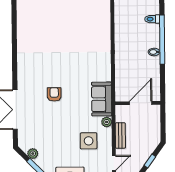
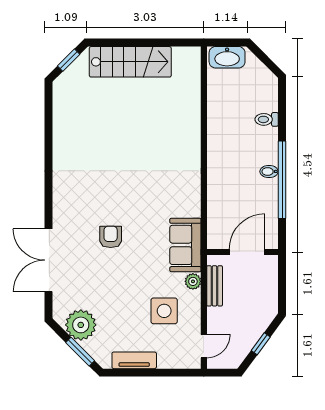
window: (162, 40) -> (282, 180), moved
bench: (120, 135) -> (215, 286), moved
plant: (33, 154) -> (81, 325), width x1.88, depth x1.88

